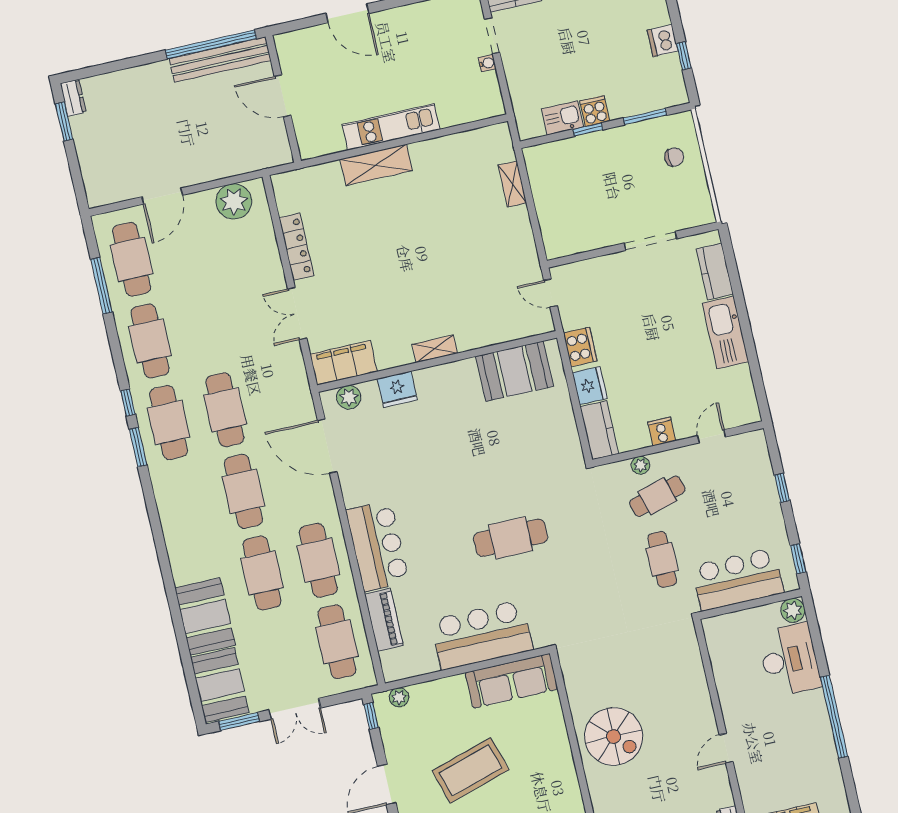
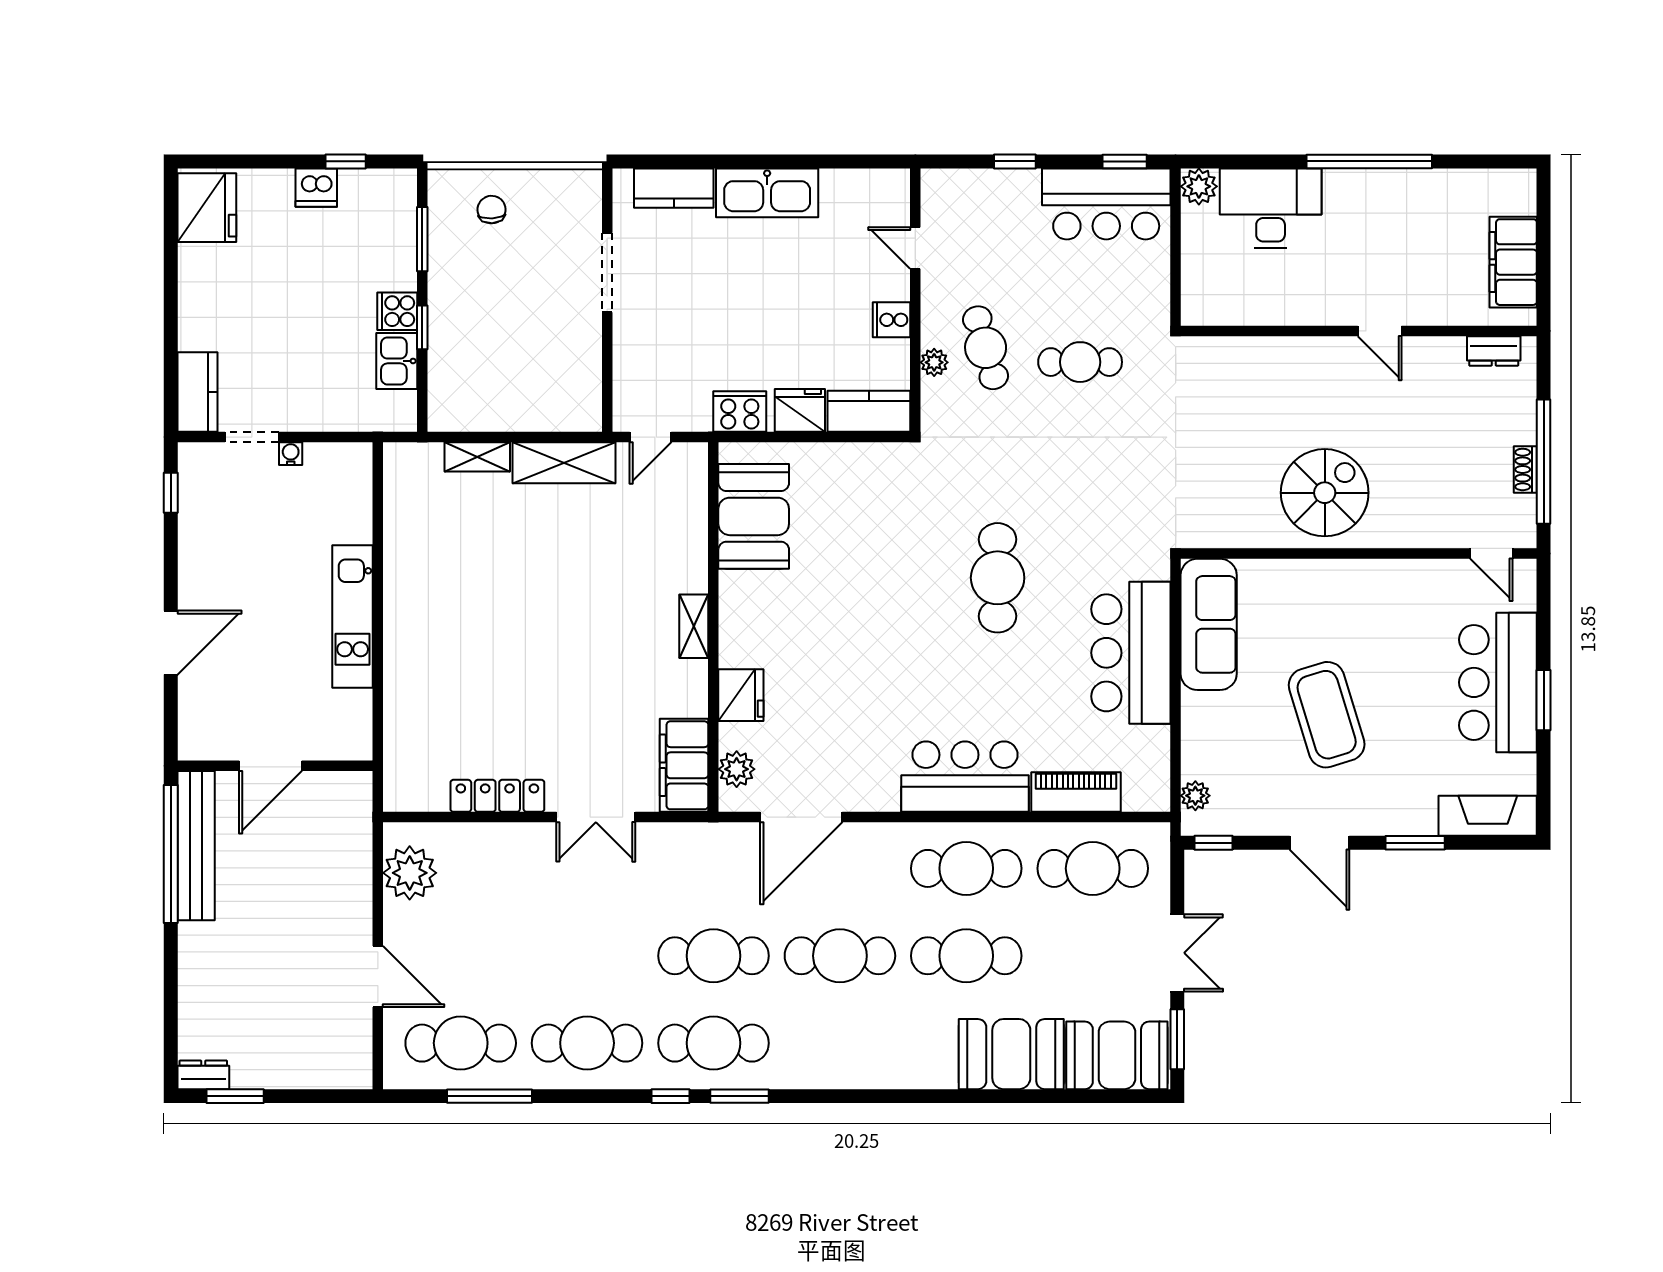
shelving: (376, 165) -> (564, 463), moved, turned 90
bar counter: (738, 579) -> (1106, 204), moved, turned -90

